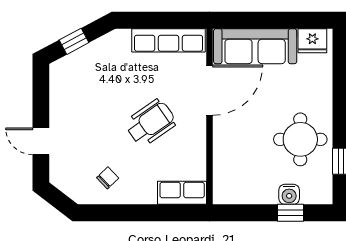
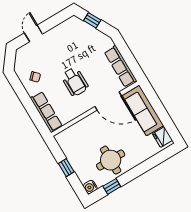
wheelchair: (151, 123) -> (75, 82), turned 35
row of seats: (182, 193) -> (46, 112), width x1.48
water cooler: (289, 194) -> (90, 187), moved
window: (291, 213) -> (66, 168), moved

